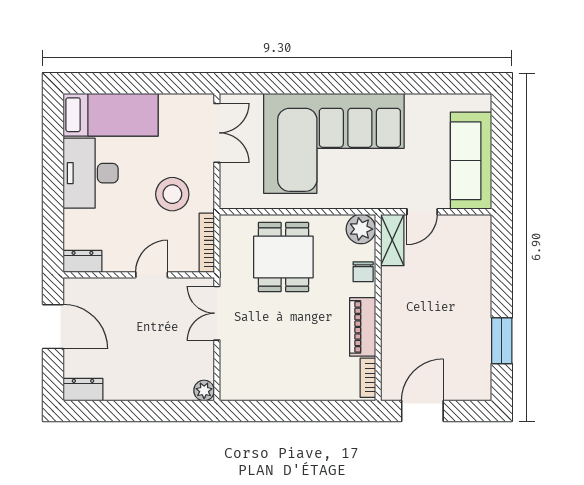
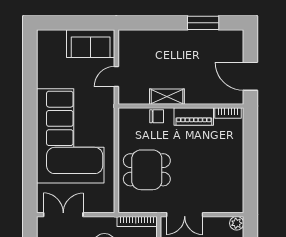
sofa: (471, 161) -> (91, 44), width x0.73
door: (422, 212) -> (116, 77), swing flipped
plant: (361, 229) -> (128, 118), removed
shelving: (392, 240) -> (167, 97), moved

